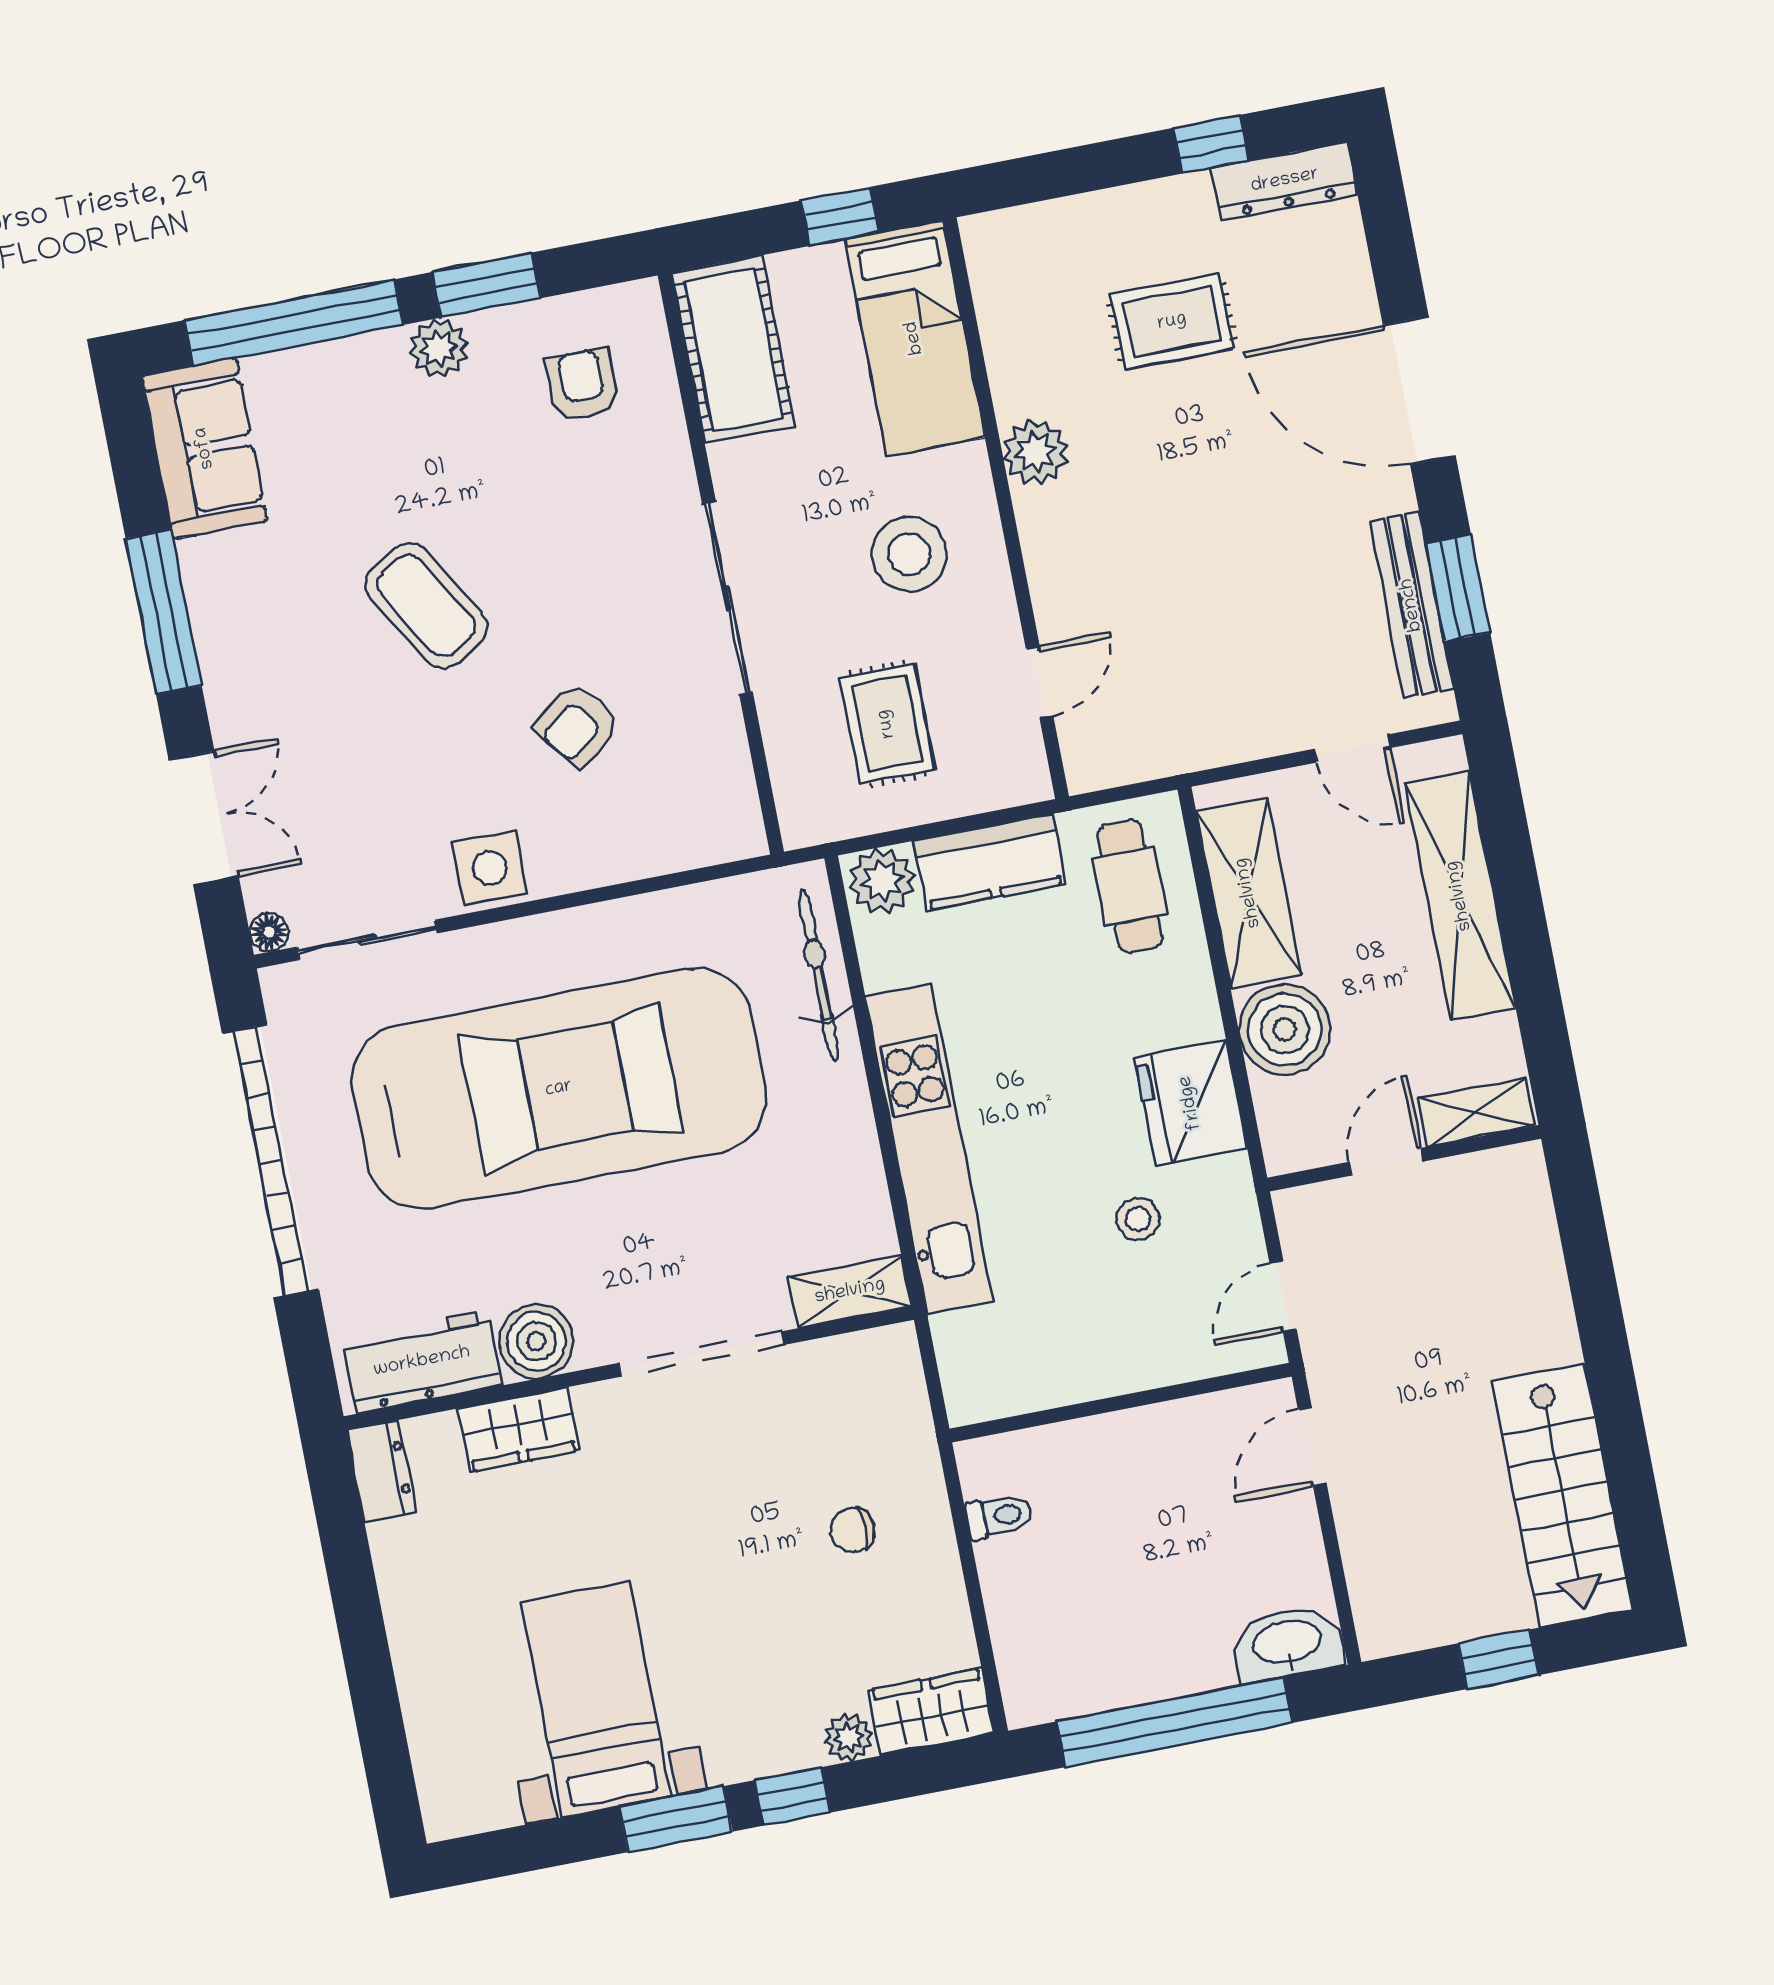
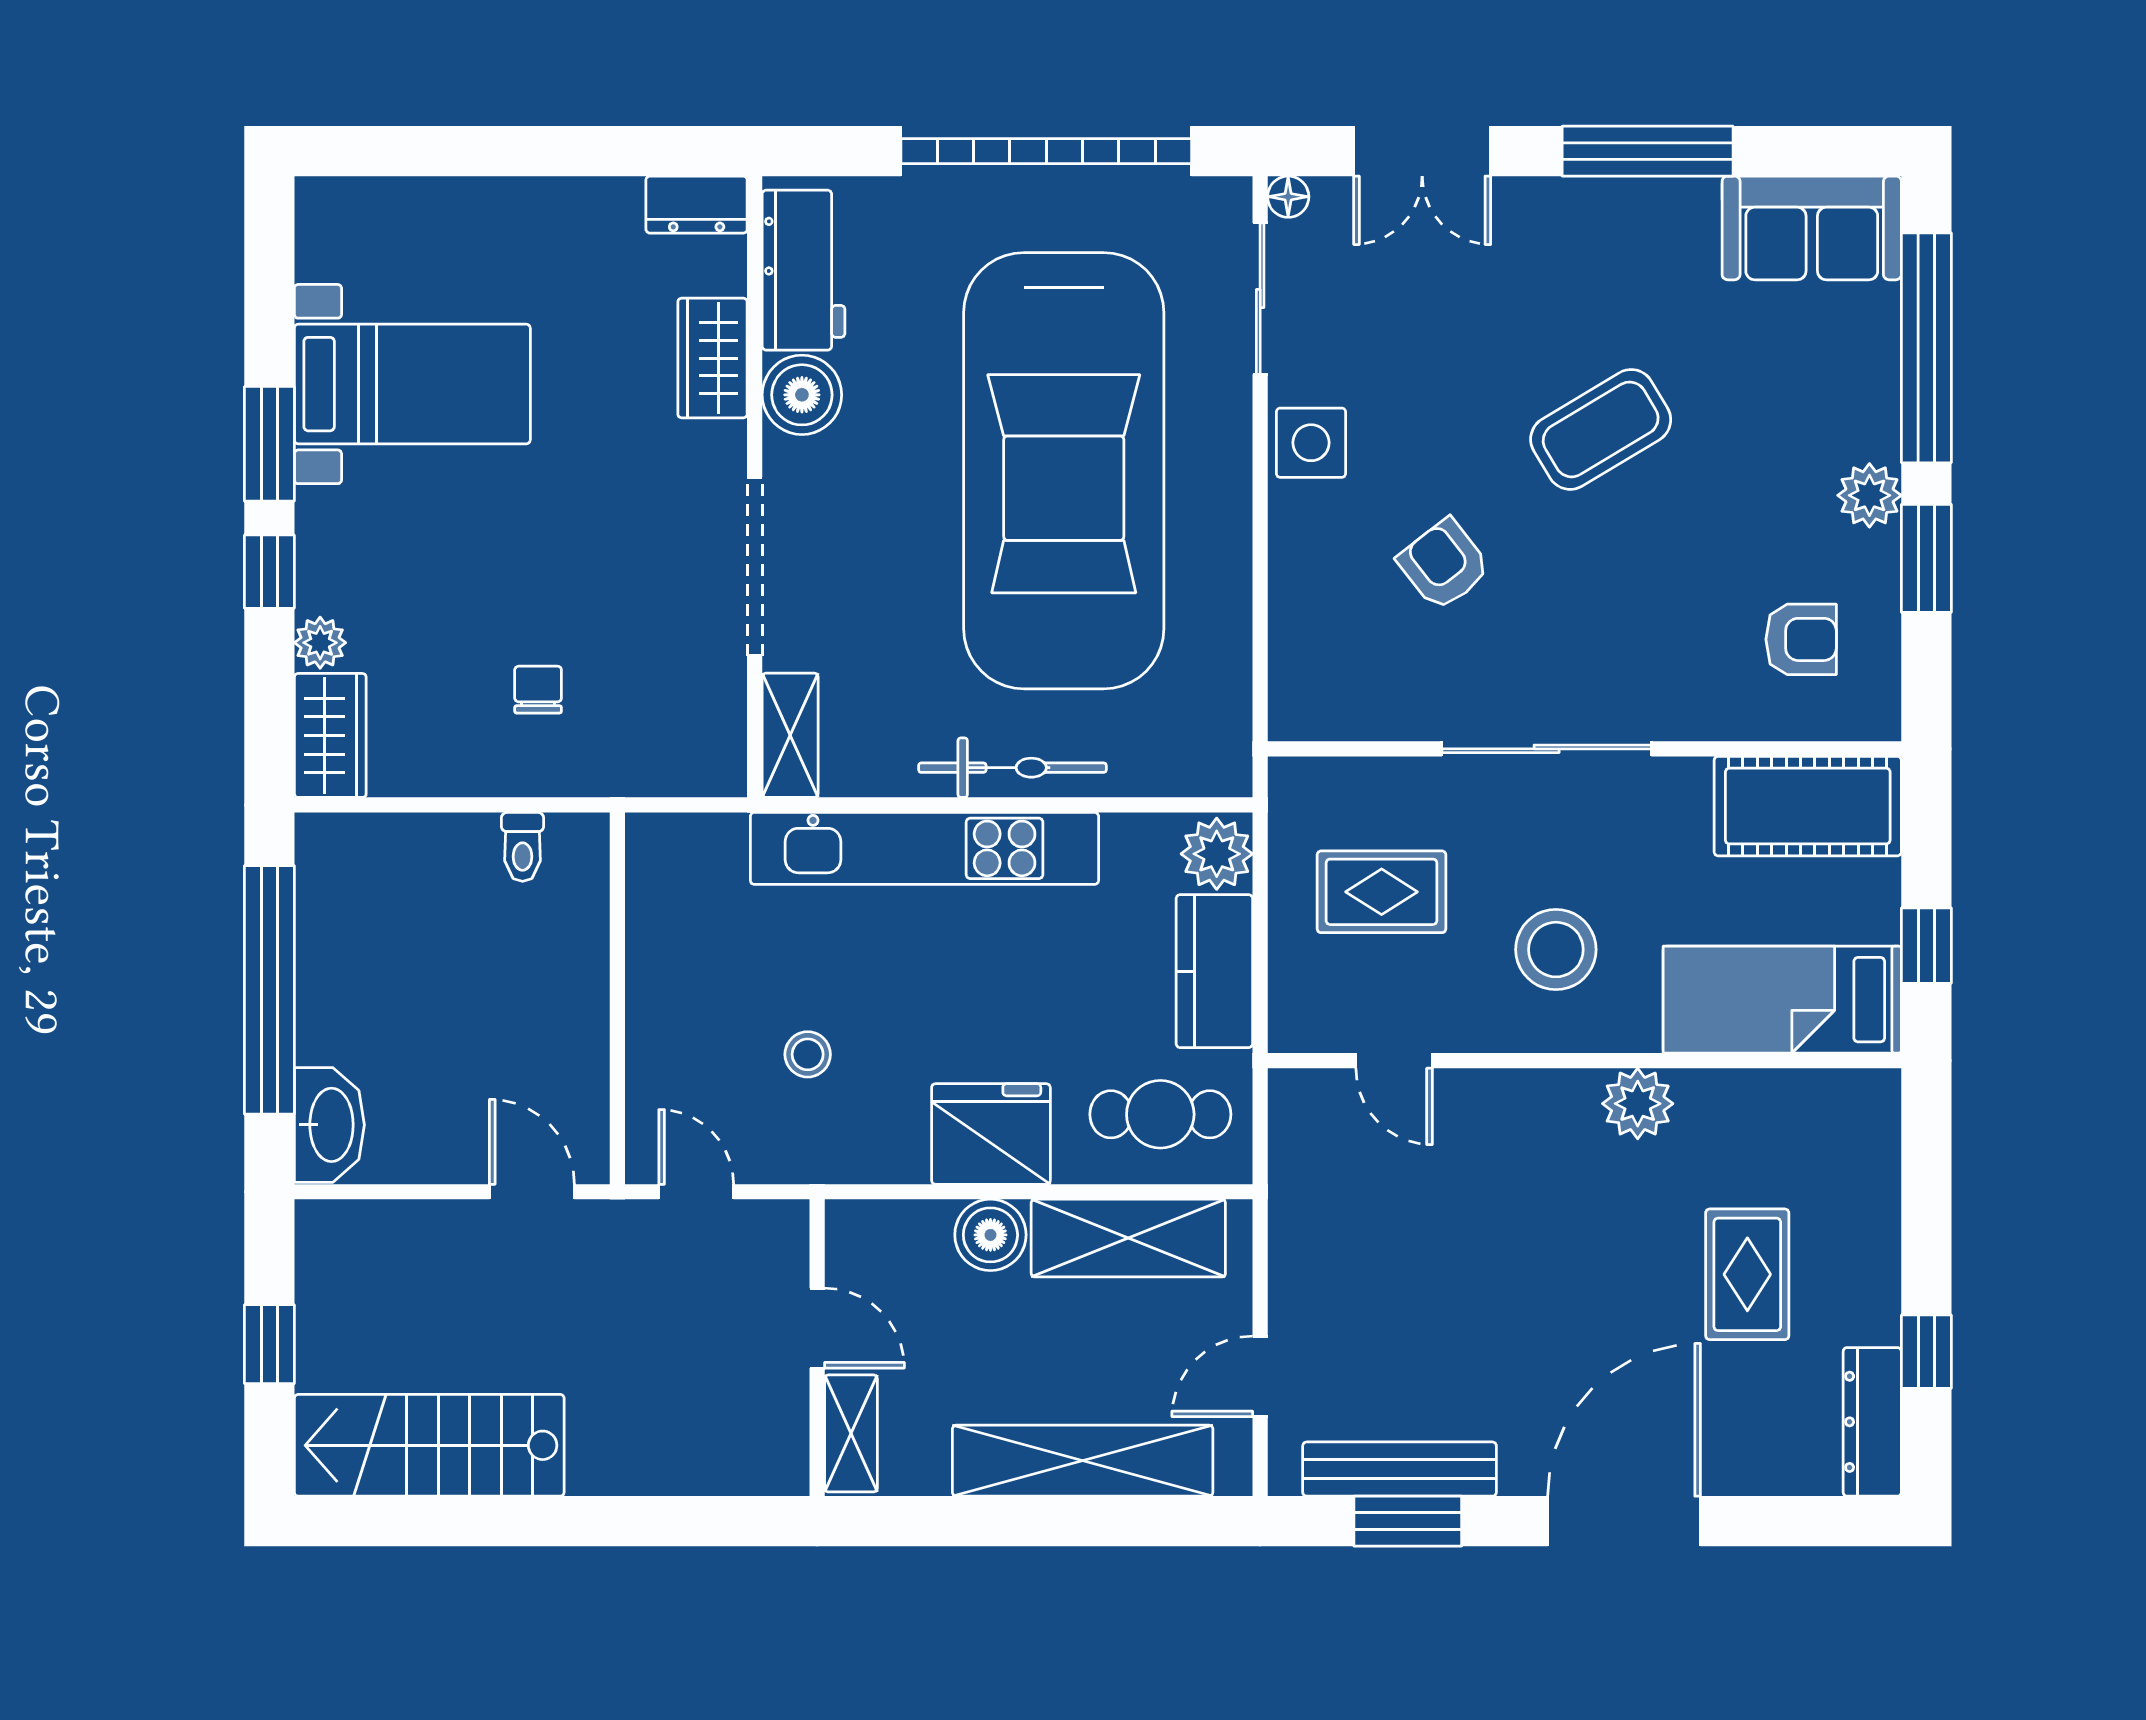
bicycle: (819, 975) -> (1012, 768), moved
boiler: (1285, 1030) -> (990, 1235), width x0.73, depth x0.73
fridge: (1191, 1103) -> (991, 1134), moved

